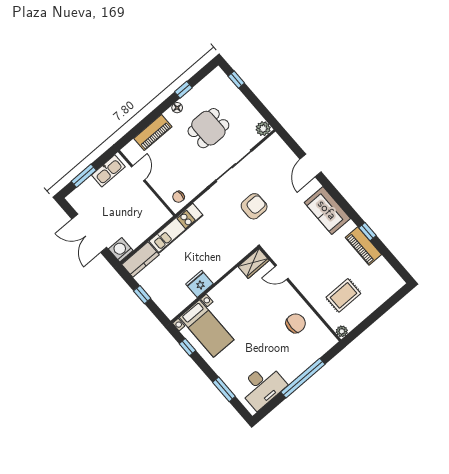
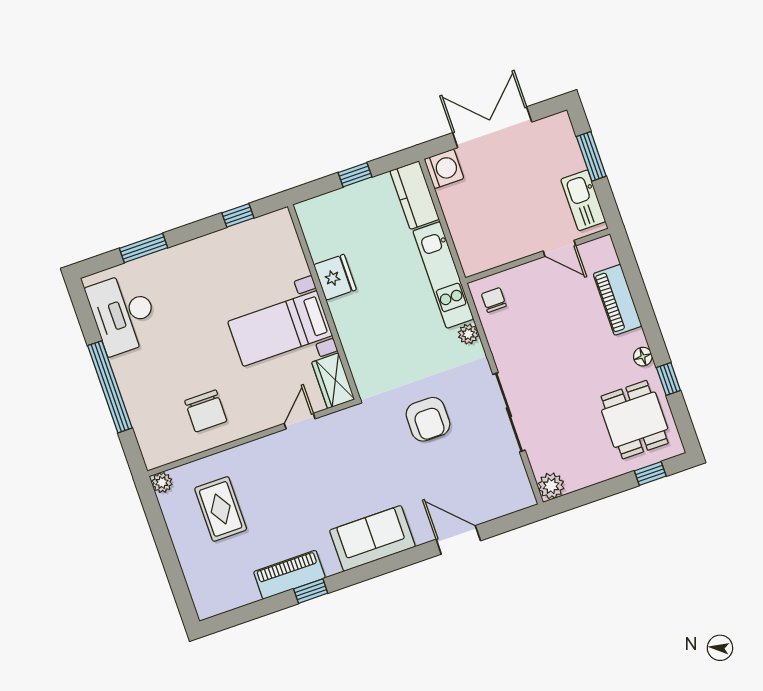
dining table: (208, 128) -> (635, 420), moved
plant: (201, 203) -> (468, 334), added
bed with nightstands: (207, 328) -> (280, 328), moved

